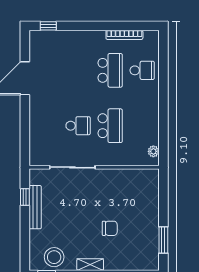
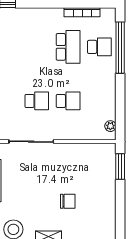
window: (163, 71) -> (120, 48), added
school desk: (110, 126) -> (68, 101), width x0.54
window: (163, 240) -> (120, 167), moved

